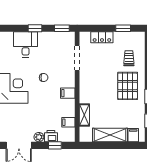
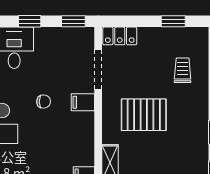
locker: (102, 37) -> (120, 36), moved
pallet: (128, 86) -> (144, 115), moved, turned 90
filing cabinet: (68, 93) -> (83, 102), moved

